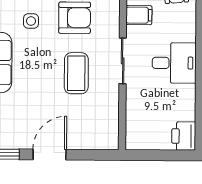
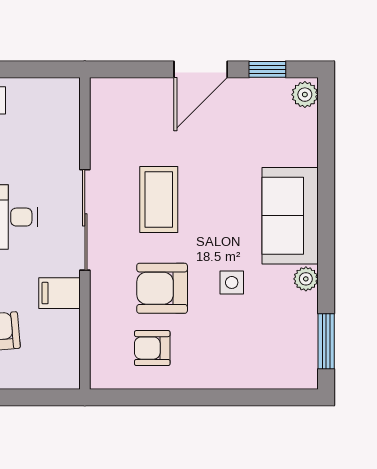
sliding door: (123, 61) -> (85, 220), width x1.37

